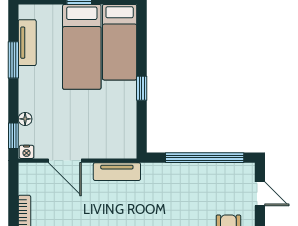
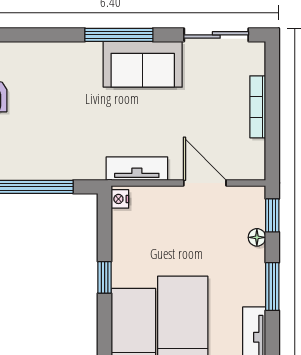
window: (13, 60) -> (272, 287), moved
nightstand: (27, 152) -> (120, 199), moved, turned -90

